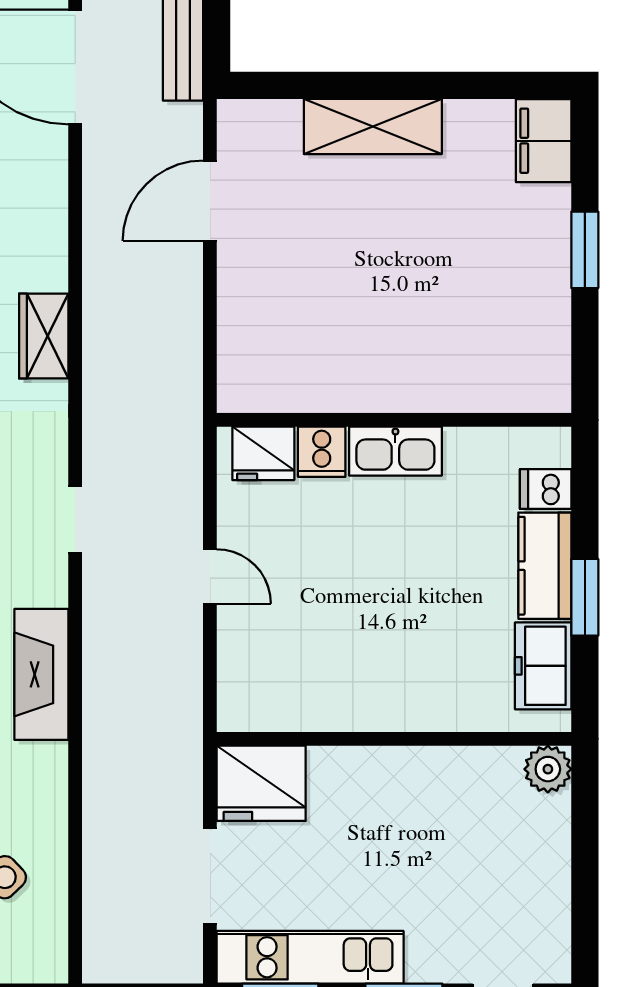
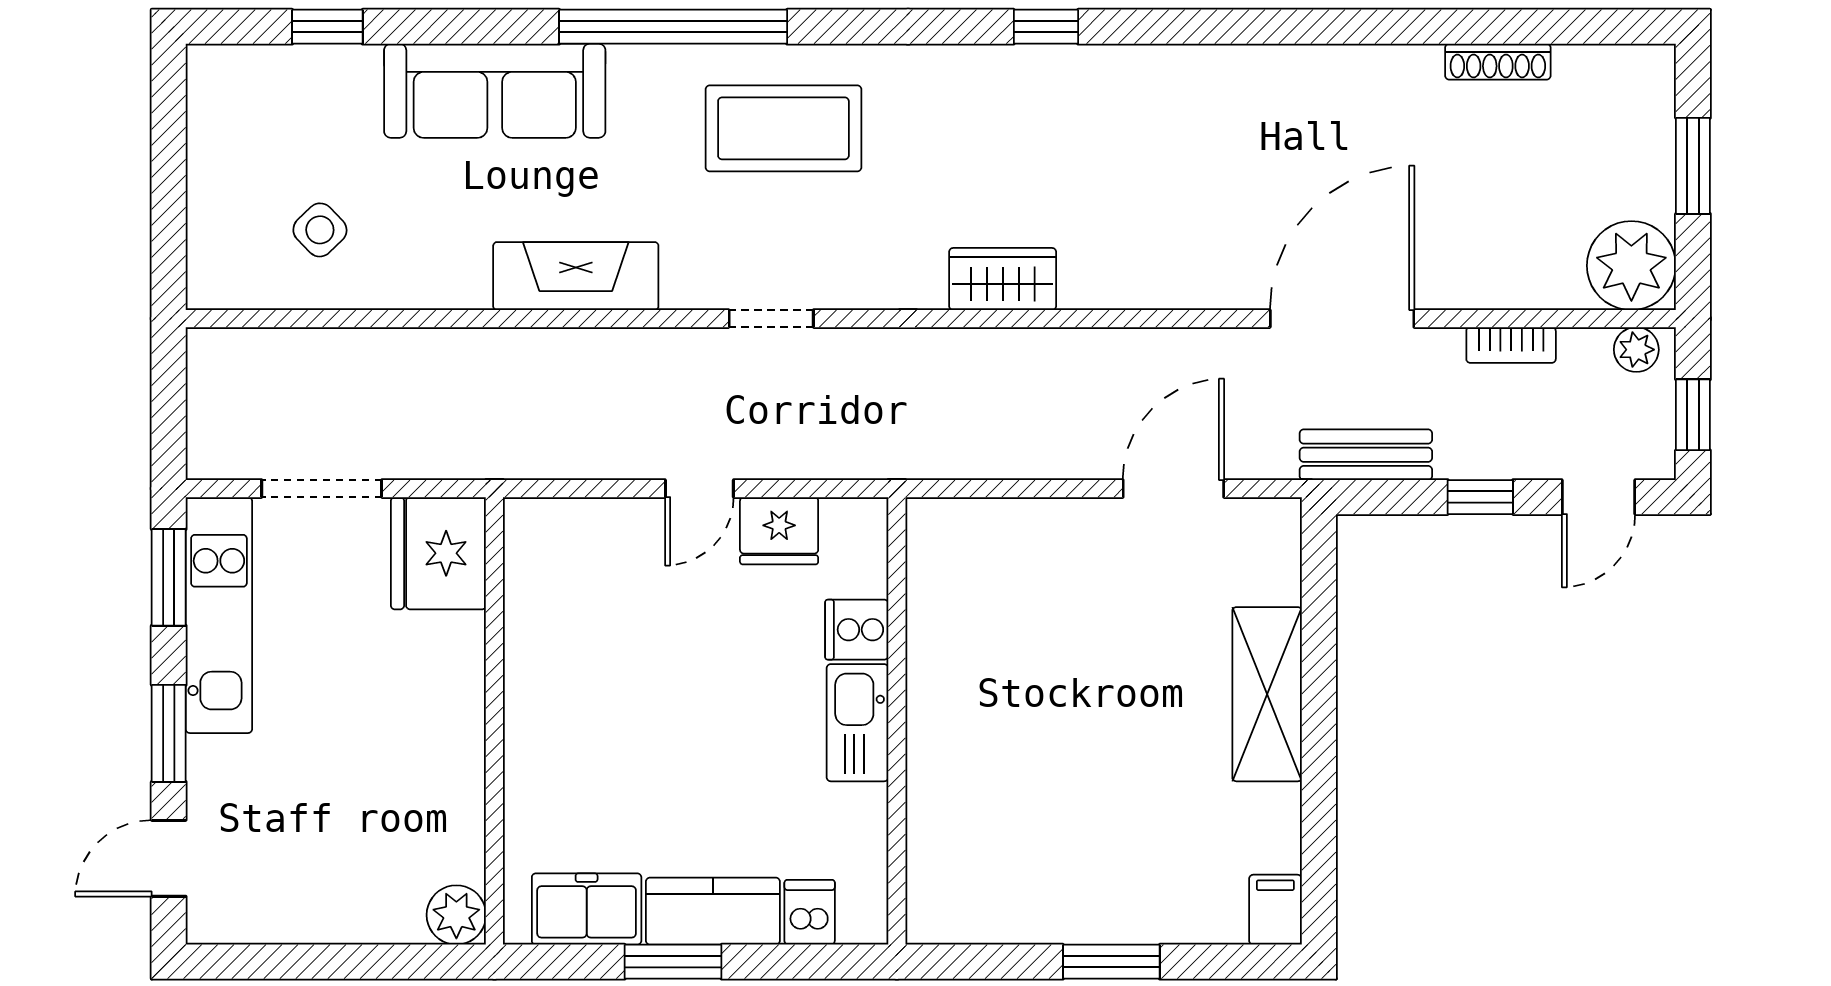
filing cabinet: (544, 141) -> (1275, 910), width x0.50
door: (210, 201) -> (1173, 489), hinge flipped
fridge: (263, 453) -> (779, 531), moved, turned -90

